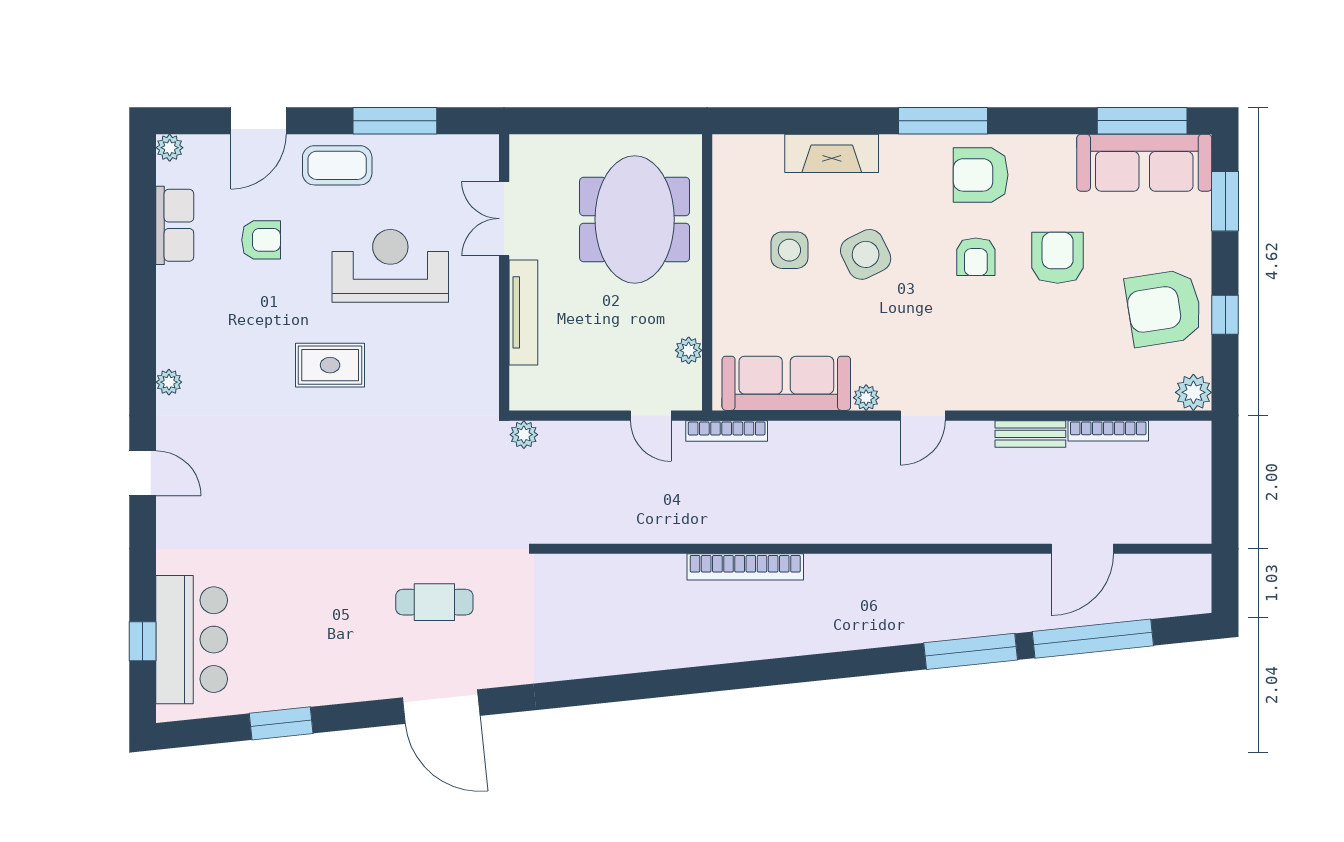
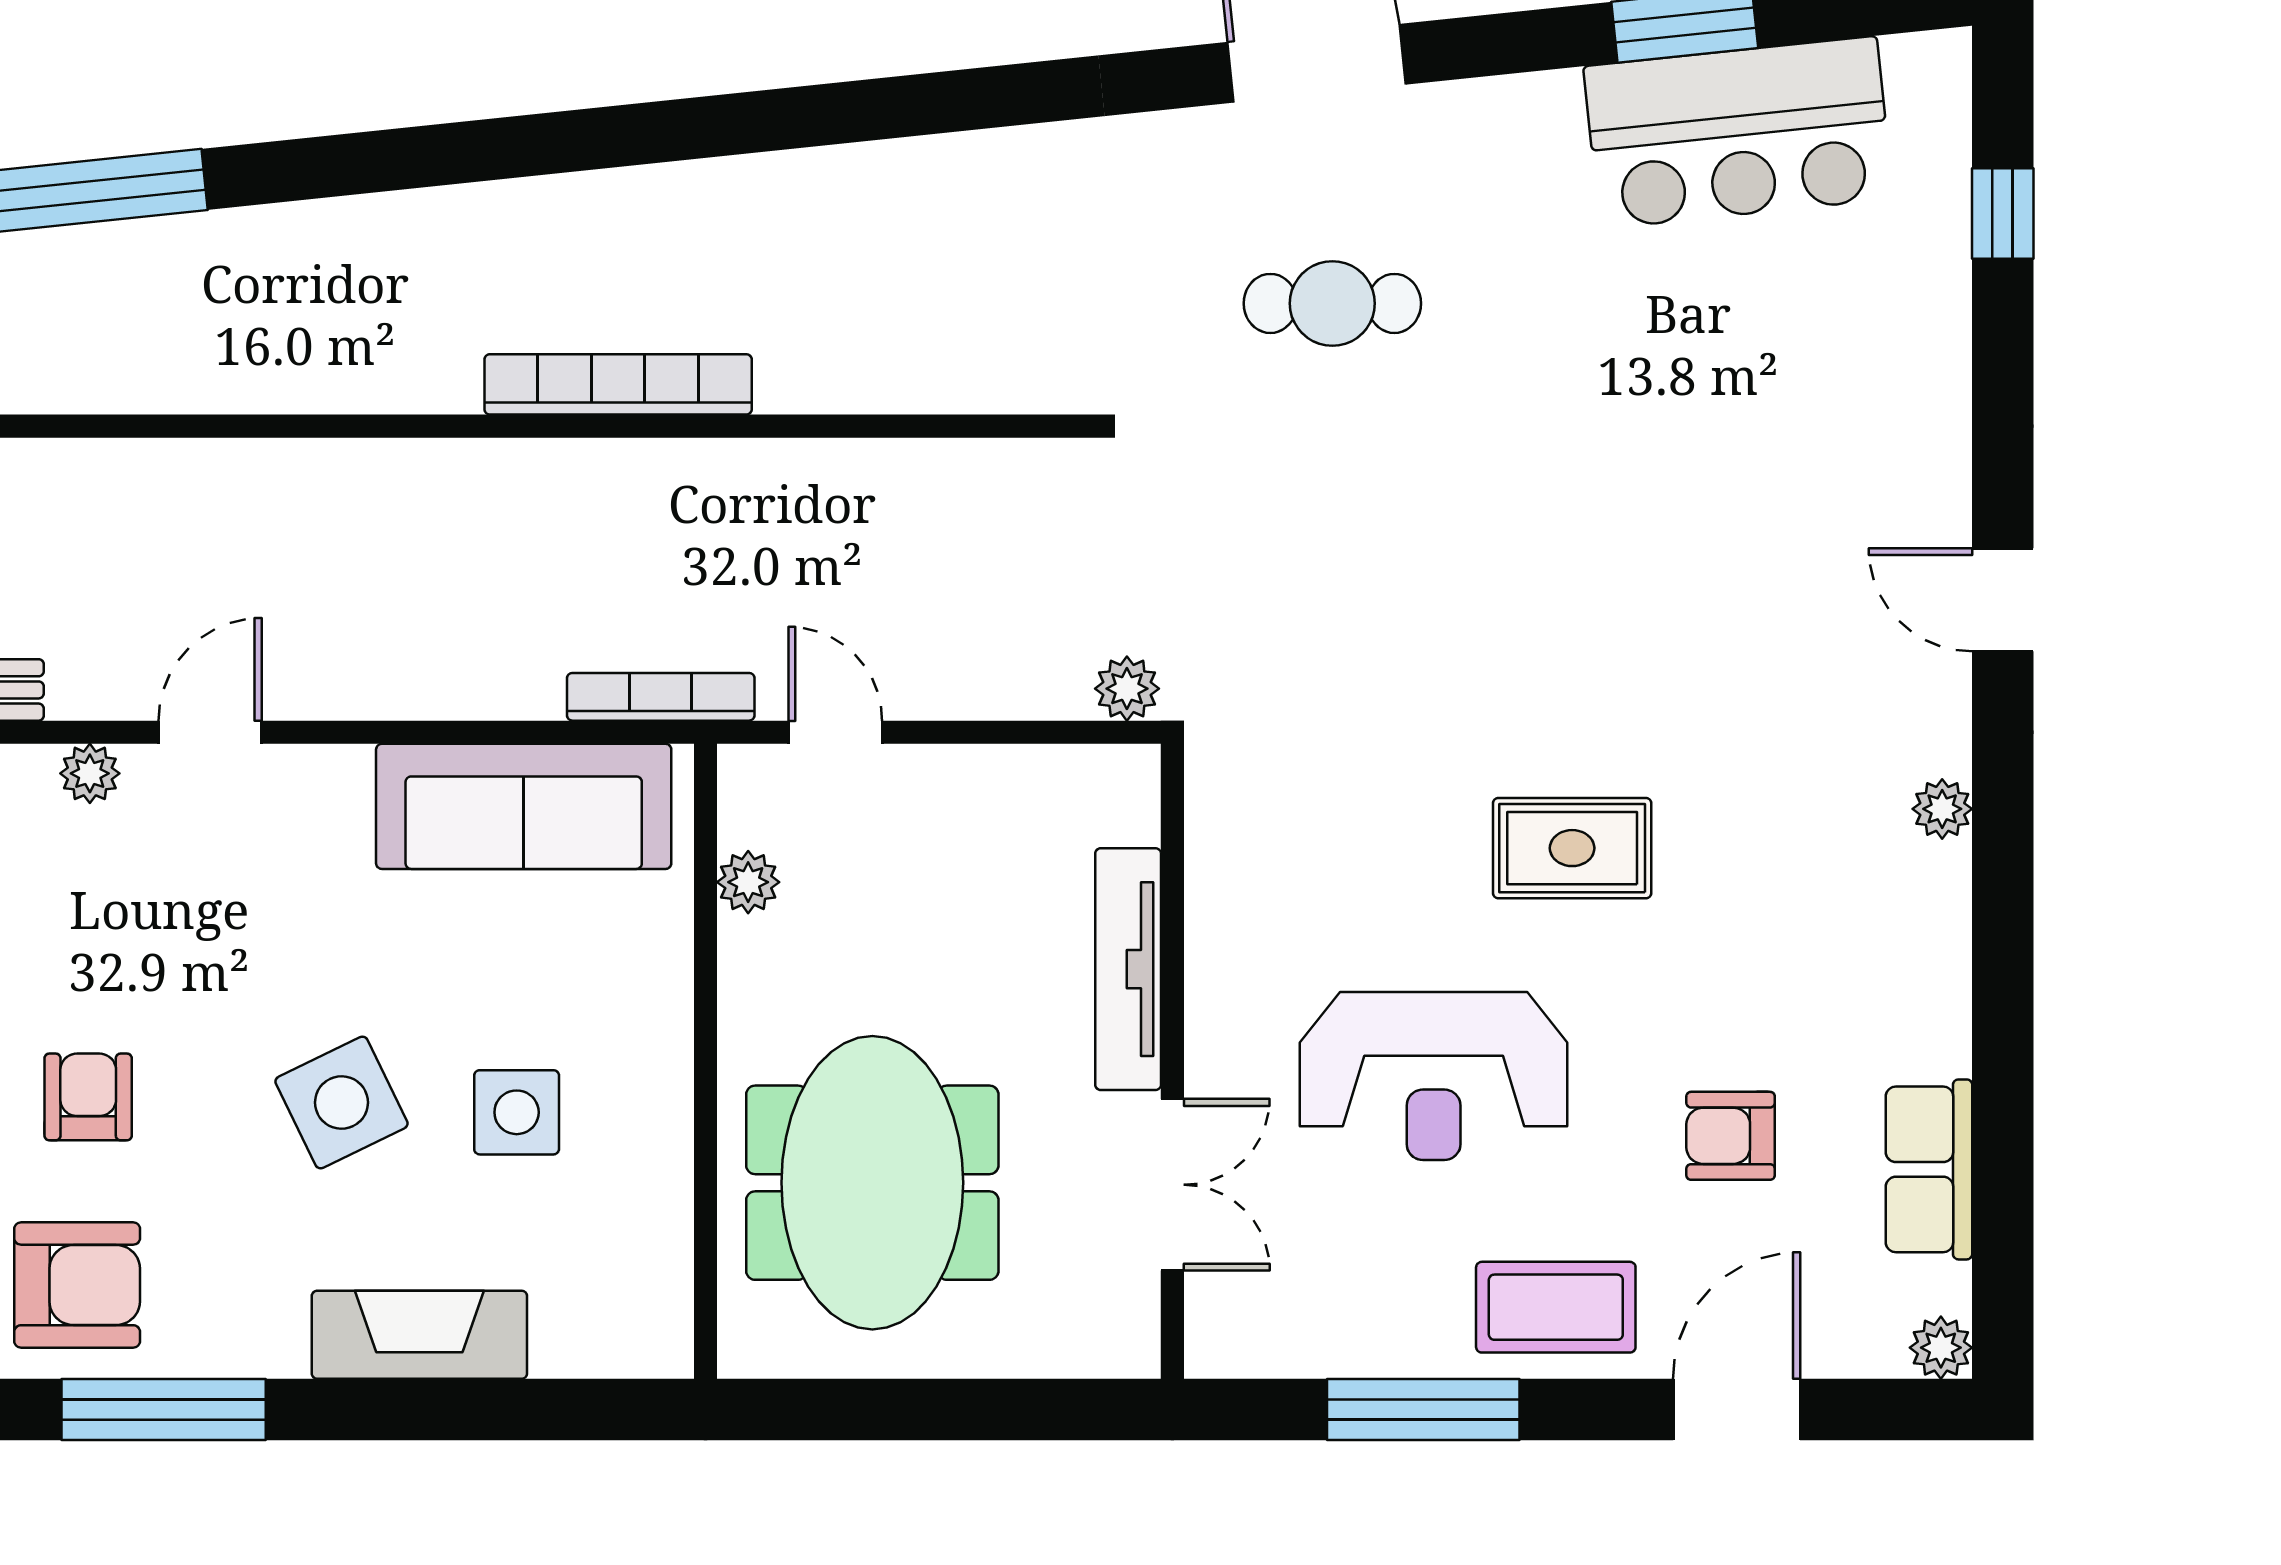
plant: (866, 398) -> (90, 773), moved
bar counter: (192, 640) -> (1738, 132), moved, turned -96

